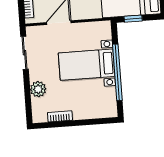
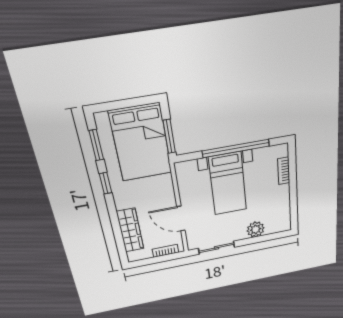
window: (133, 19) -> (169, 136), width x1.50
bookcase: (60, 116) -> (284, 171), moved

